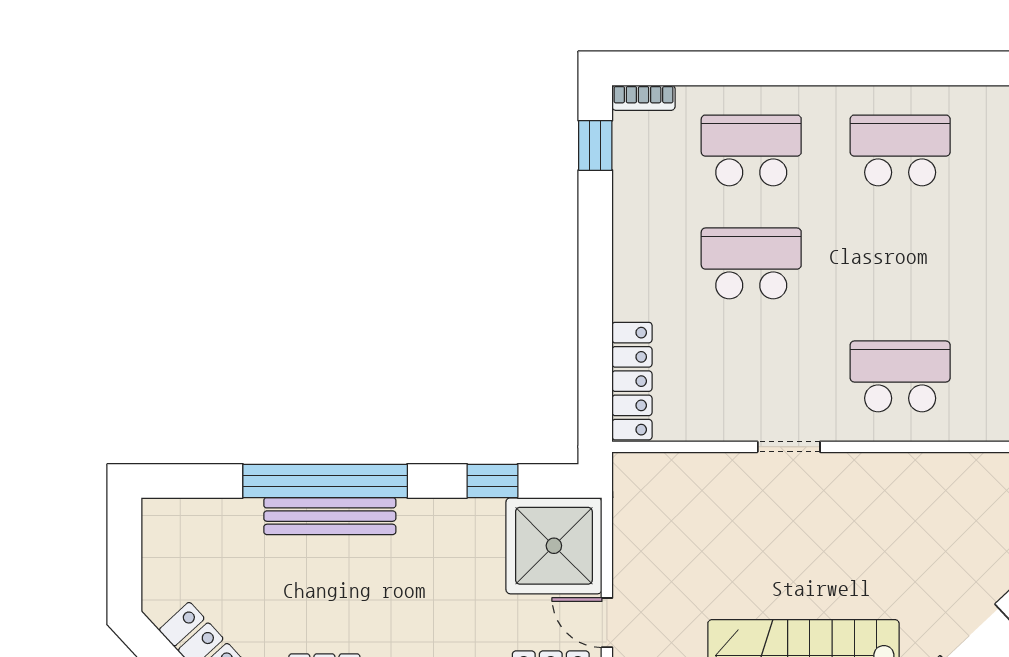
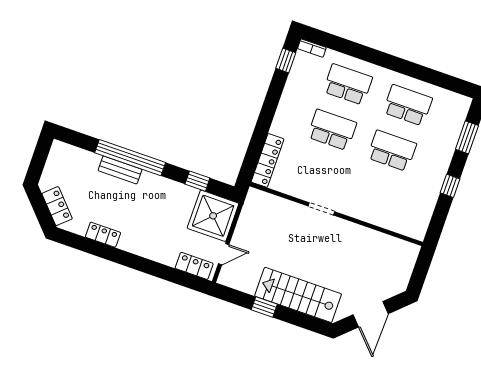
school desk: (900, 376) -> (392, 151), moved
bench: (330, 516) -> (120, 170), width x0.73
door: (607, 623) -> (224, 254), swing flipped

